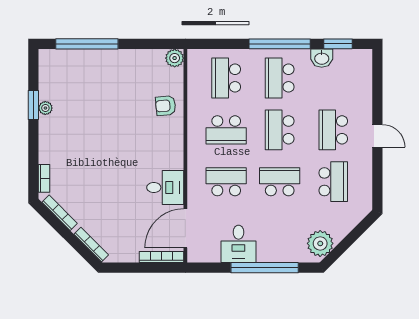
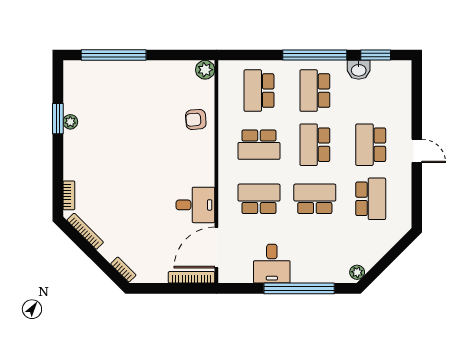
plant: (320, 243) -> (357, 272), width x0.53, depth x0.53
bookcase: (91, 244) -> (123, 270), width x0.64

